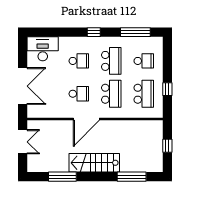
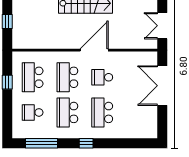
desk: (43, 49) -> (141, 125), removed
school desk: (79, 61) -> (102, 112), width x1.85

